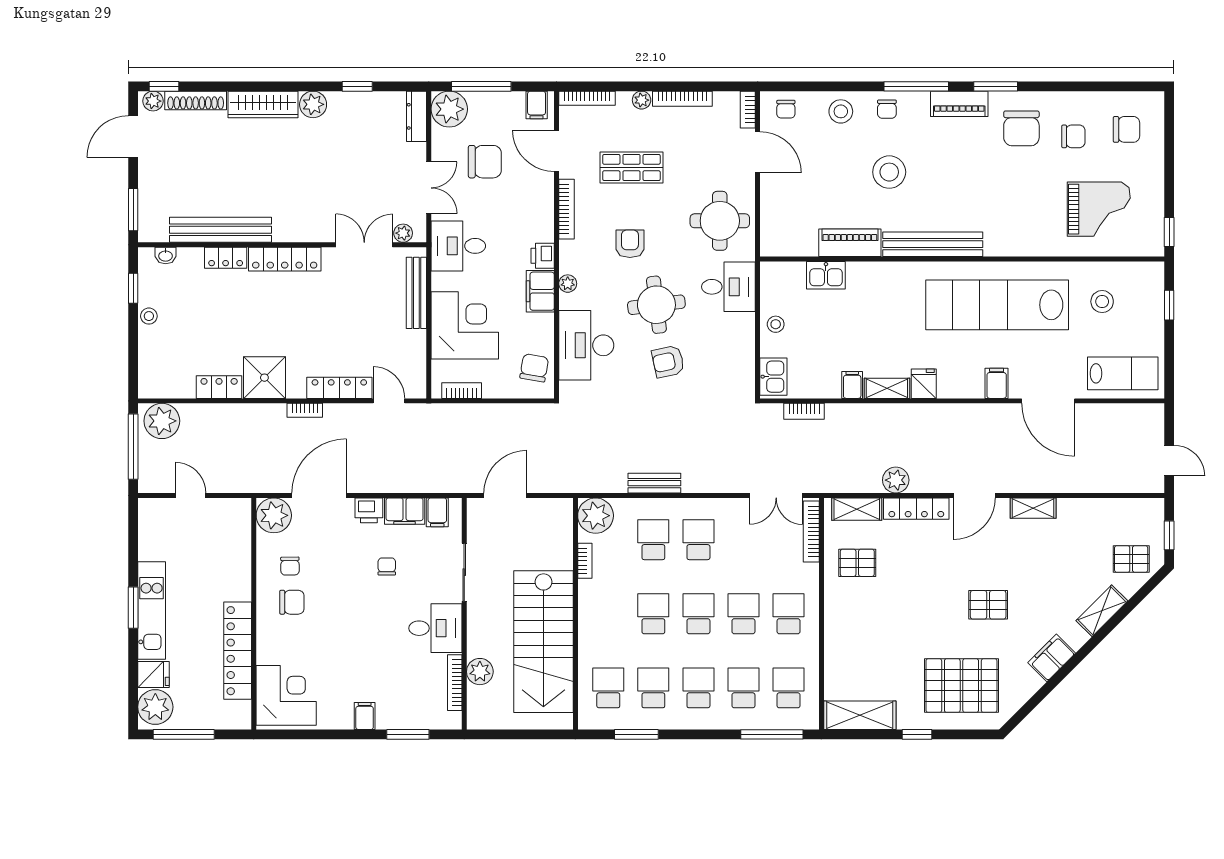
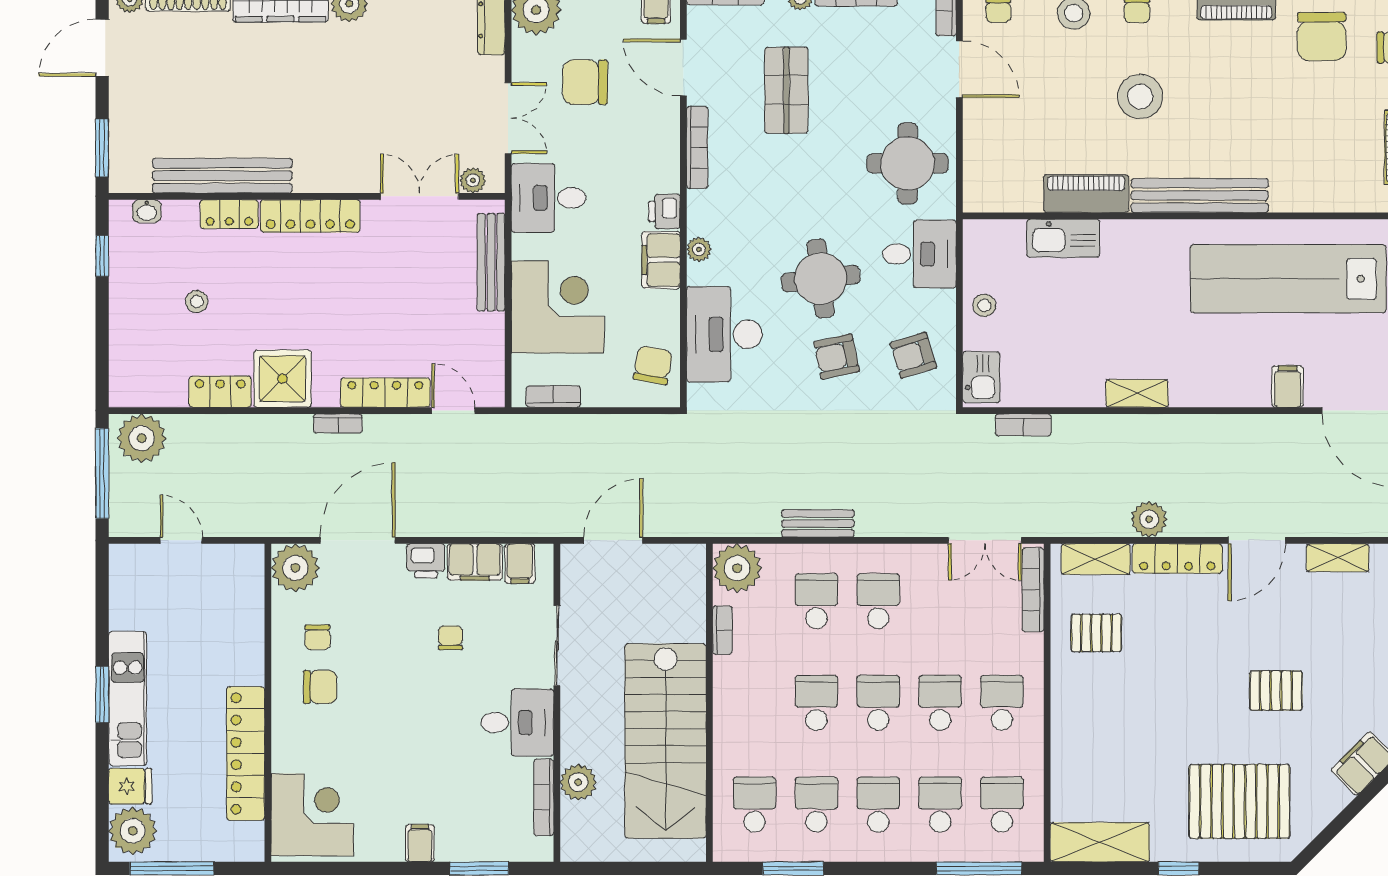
chair: (485, 162) -> (585, 82), turned 180
shop shelf: (631, 167) -> (786, 90), turned 90
armchair: (630, 244) -> (913, 355), moved, turned -107
kitchen sink: (826, 275) -> (1063, 238), width x1.38
stool: (149, 316) -> (197, 302), moved
fridge: (924, 384) -> (1188, 387), removed
filing cabinet: (852, 385) -> (1089, 389), removed

